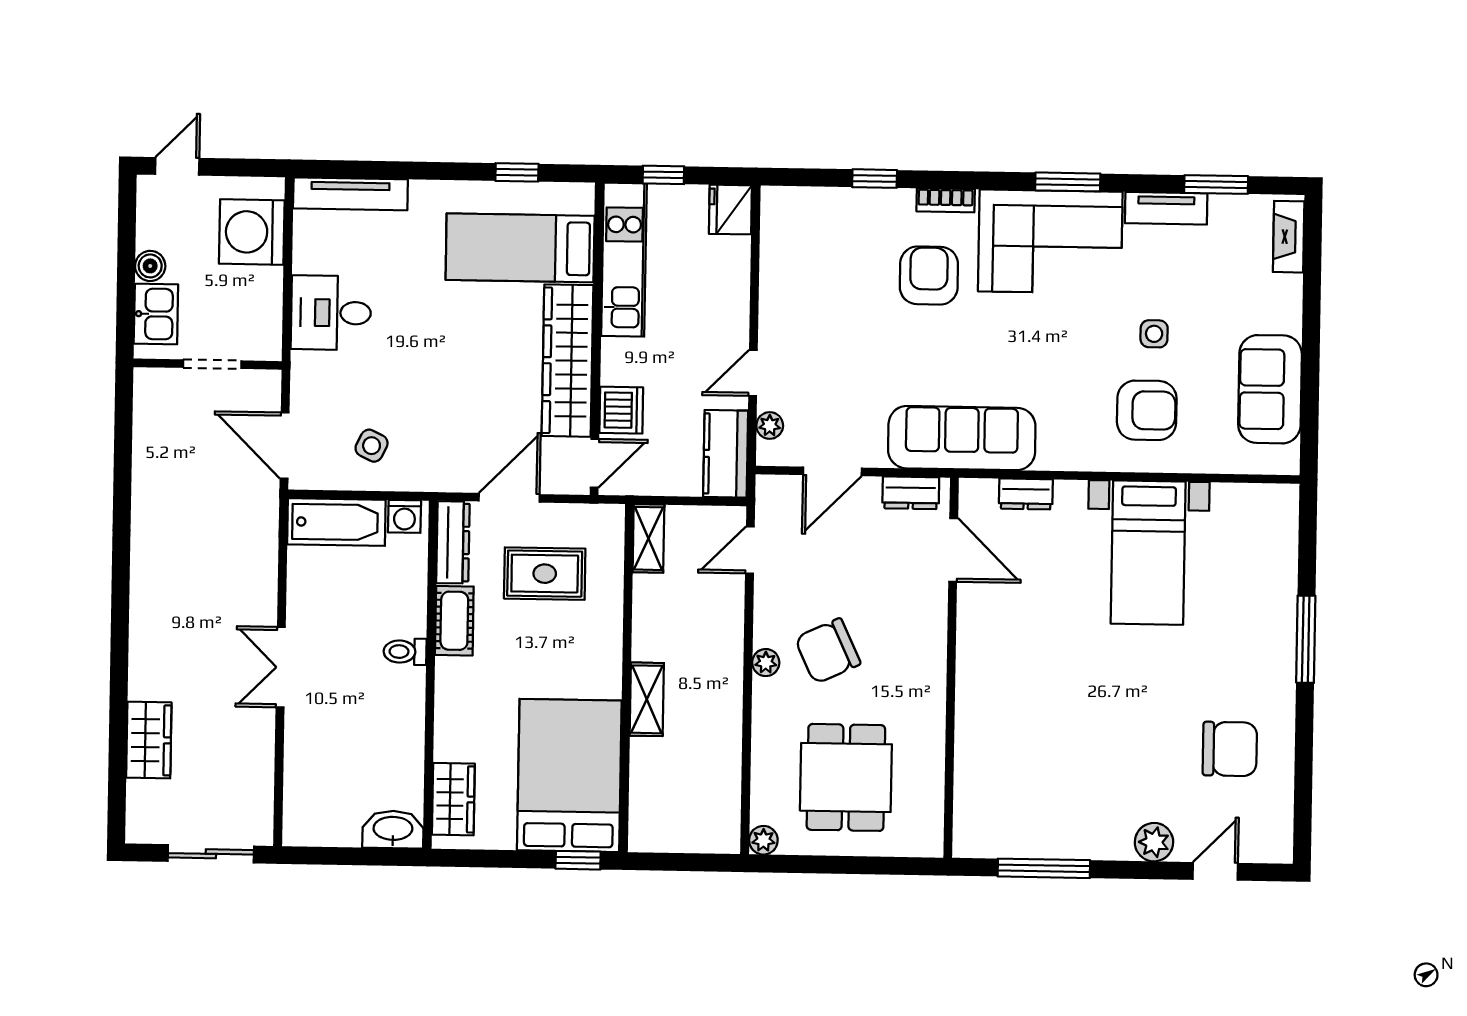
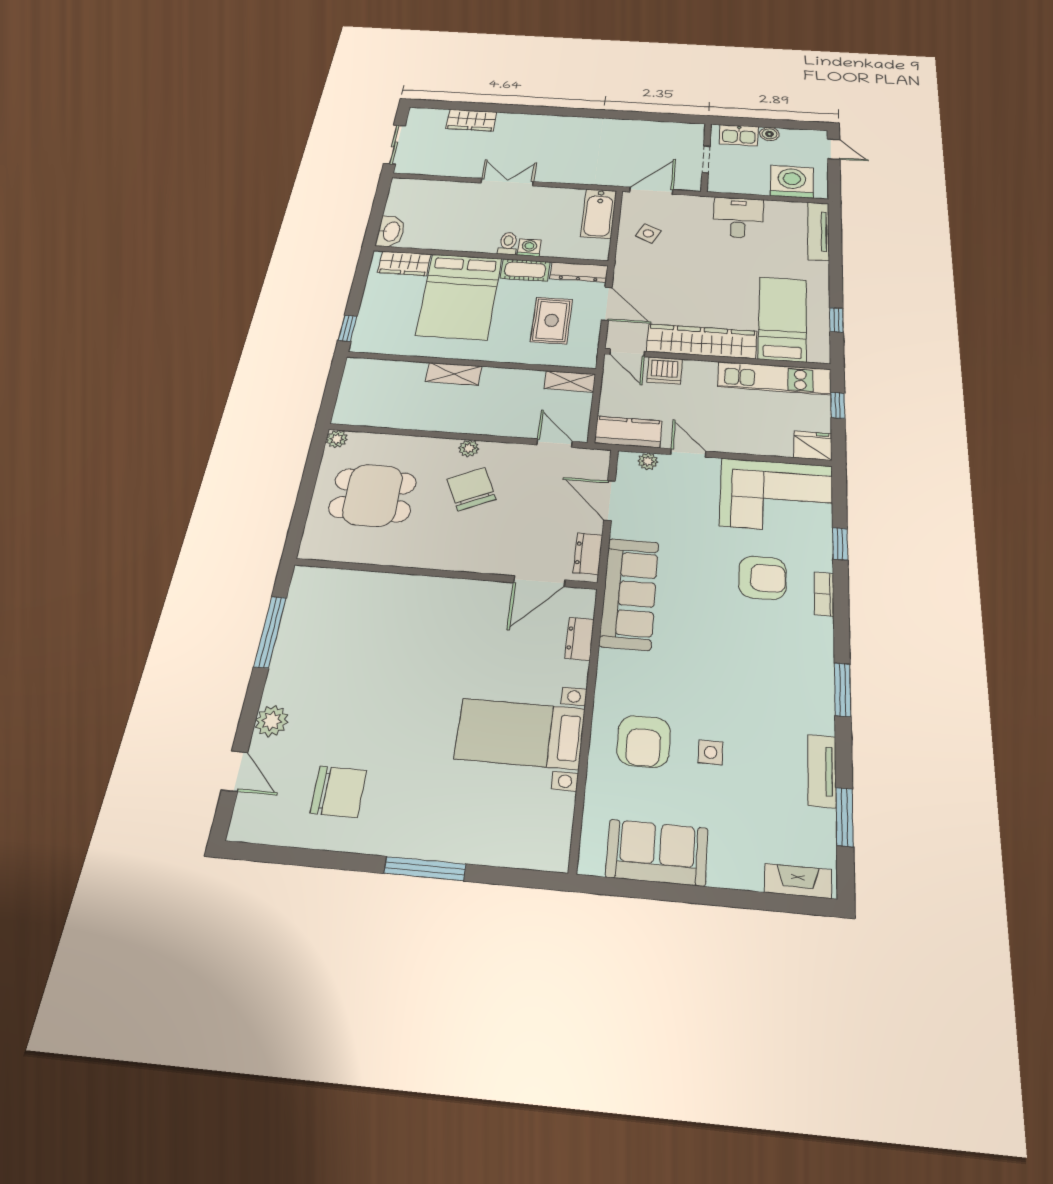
corner sofa: (1050, 242) -> (776, 496), moved, turned -90
washing machine: (405, 516) -> (529, 248), moved, turned 90
chair: (1230, 749) -> (338, 792), turned -90
bed: (569, 775) -> (459, 296), moved, turned 90

